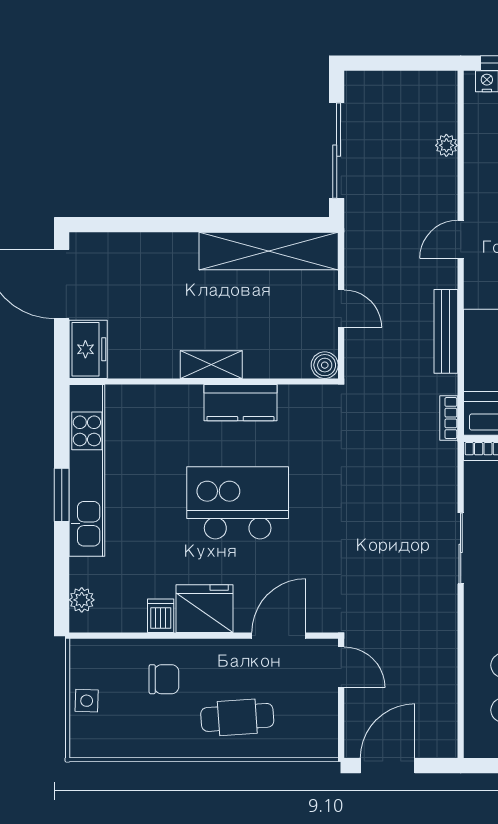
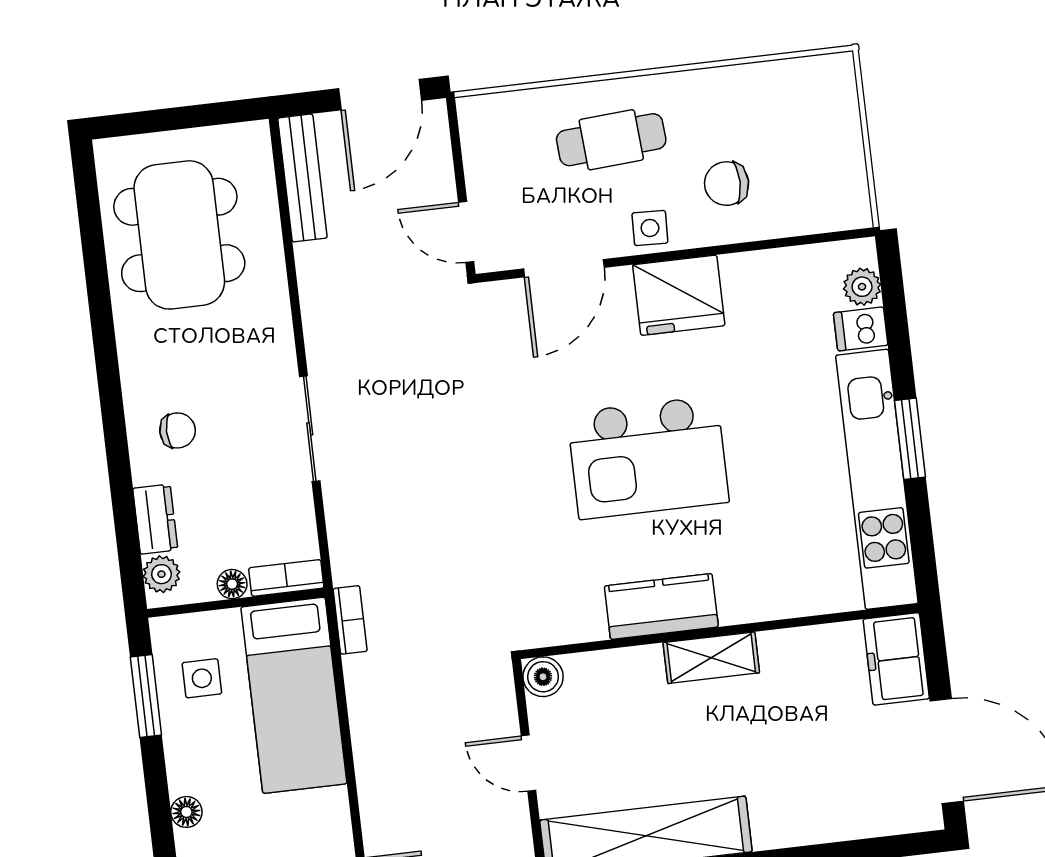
bench: (446, 331) -> (302, 178), moved
dishwasher: (161, 616) -> (861, 329), moved, turned 90
side table: (87, 701) -> (650, 228), moved

